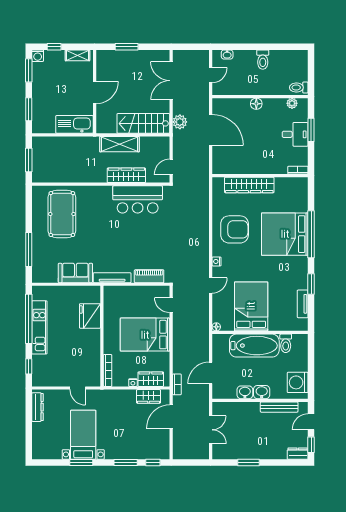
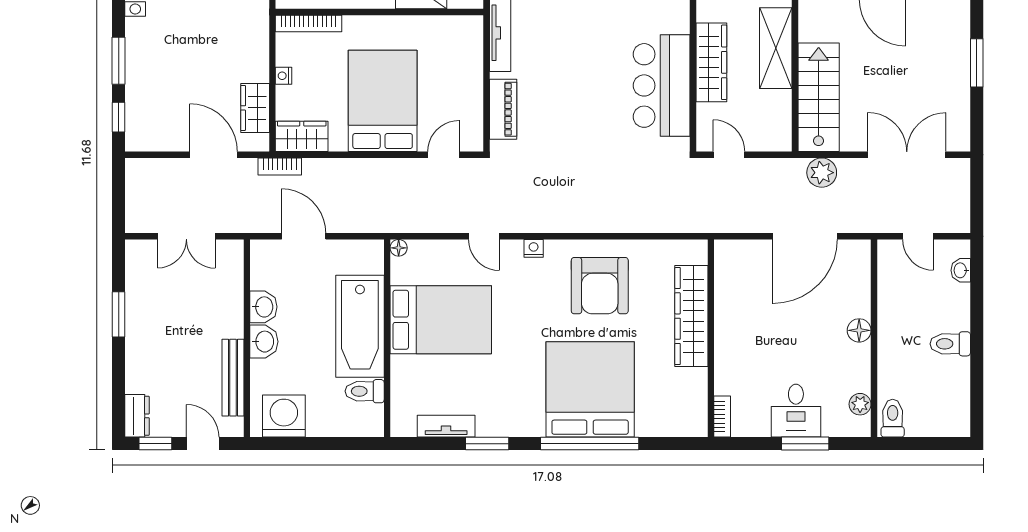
wardrobe: (151, 379) -> (302, 136), moved, turned -90

